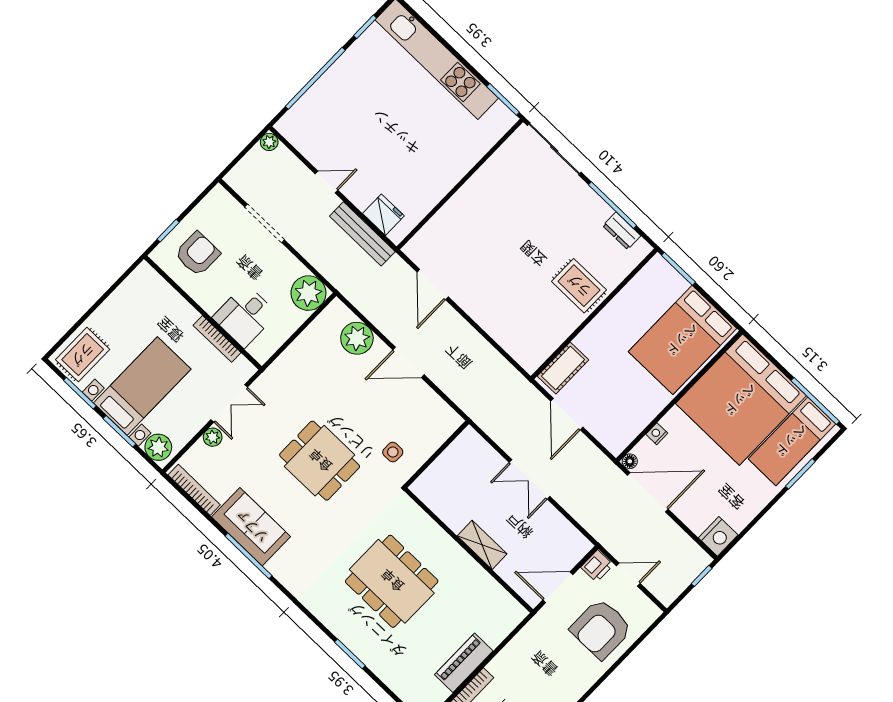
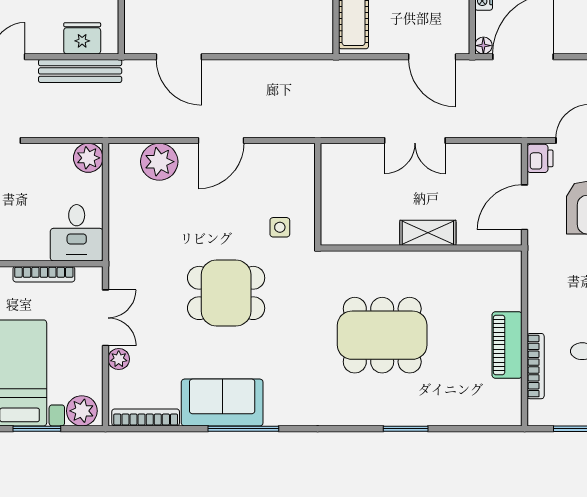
plant: (308, 293) -> (88, 158), width x0.73, depth x0.73
desk: (245, 316) -> (77, 233), moved
door: (567, 414) -> (432, 57), moved

